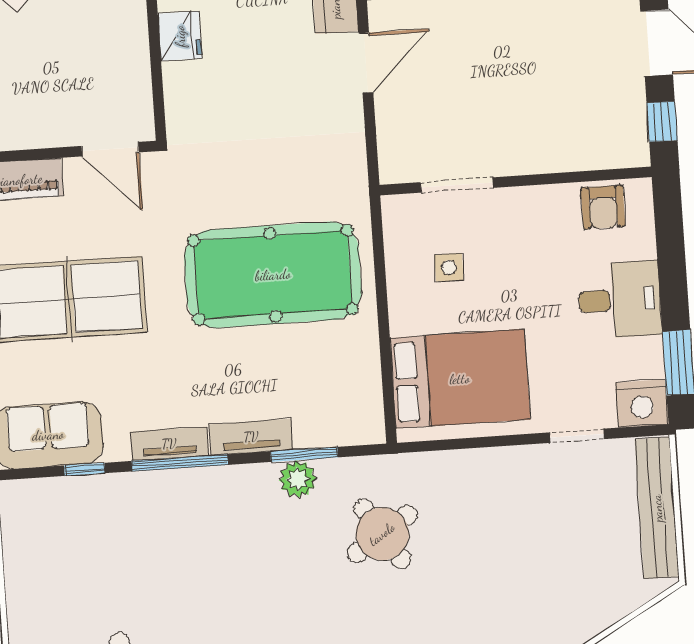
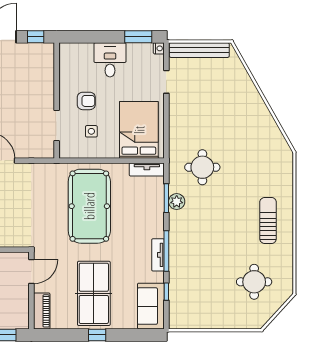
armchair: (603, 207) -> (86, 101), moved
nightstand: (642, 403) -> (159, 48), width x0.53, depth x0.56
tv unit: (251, 437) -> (147, 169), moved, turned -90
round table: (382, 534) -> (202, 167), turned 33

